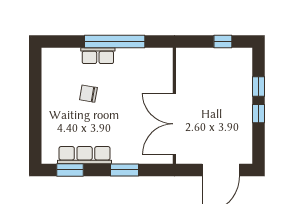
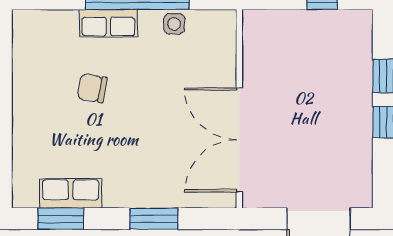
side table: (136, 56) -> (174, 24), added
row of seats: (85, 155) -> (71, 193), width x0.68

